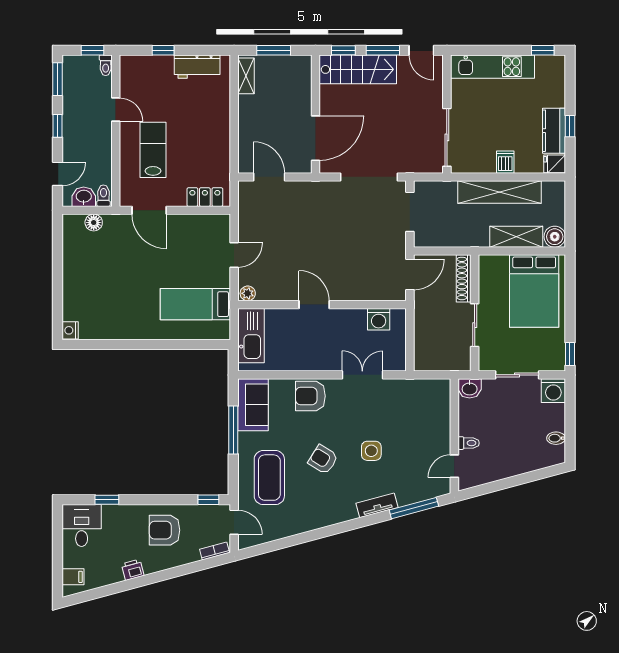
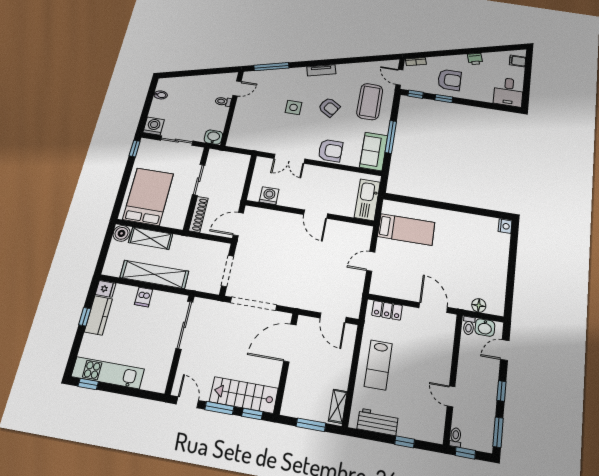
kitchen unit: (493, 67) -> (108, 373), moved
lab bench: (153, 150) -> (378, 365), moved
plant: (248, 293) -> (365, 231), removed
window: (107, 500) -> (444, 99), moved
tv unit: (377, 505) -> (321, 70), moved

